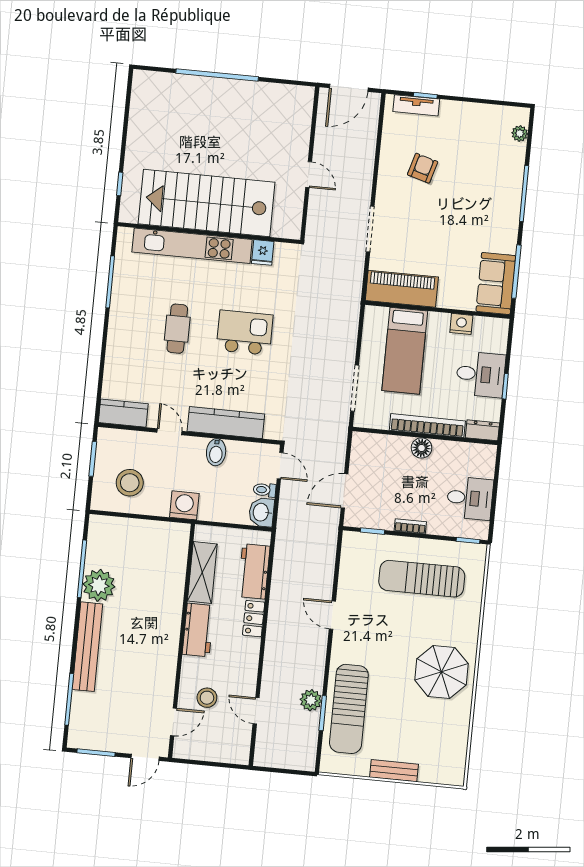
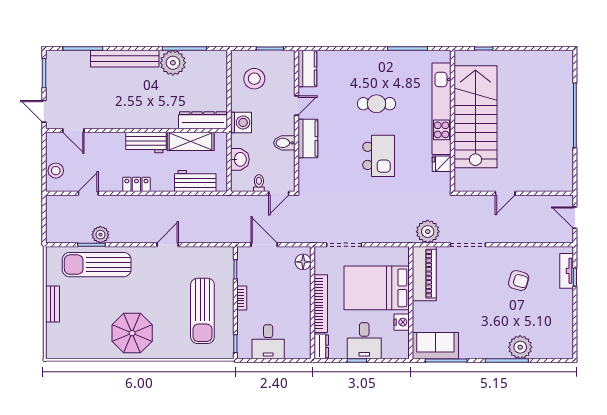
door: (349, 88) -> (575, 218), width x0.73
plant: (520, 133) -> (520, 347), moved, width x1.88, depth x1.88
plant: (348, 279) -> (428, 232), added
bed: (405, 351) -> (377, 288), width x1.50
kitchen counter: (226, 423) -> (308, 139), width x0.67
floor lamp: (422, 448) -> (303, 262), moved
washbasin: (261, 512) -> (240, 159), moved, turned 90
dresser: (177, 554) -> (203, 120), added
sun lounger: (422, 579) -> (202, 311), turned 180
locker: (254, 619) -> (136, 184), moved
stool: (207, 698) -> (56, 171), moved

